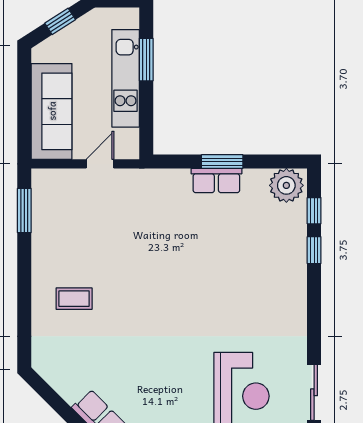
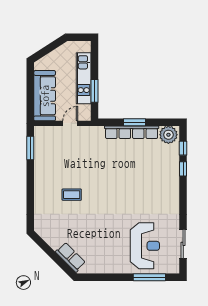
window: (60, 21) -> (49, 48), removed
window: (146, 60) -> (95, 91), moved
row of seats: (216, 181) -> (132, 132), width x2.02
coffee table: (74, 299) -> (72, 195), moved

